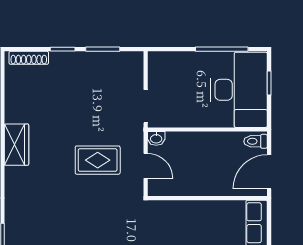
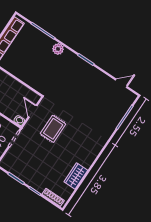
wardrobe: (16, 145) -> (76, 176), moved
rug: (98, 160) -> (53, 129), turned 90

